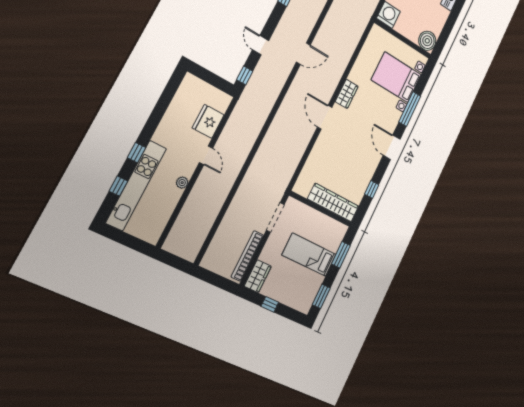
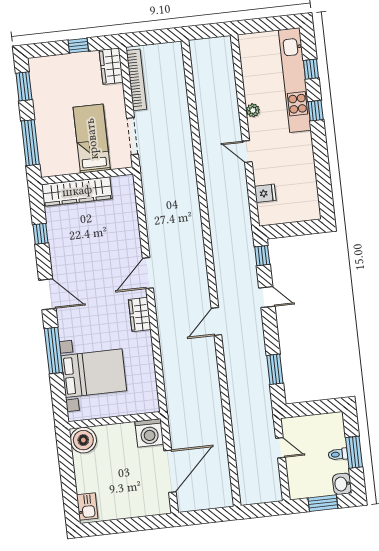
door: (325, 117) -> (148, 273), swing flipped
fridge: (208, 121) -> (265, 193), width x0.53, depth x0.75
bed: (309, 255) -> (92, 139), moved, turned -90
window: (341, 255) -> (30, 143), width x1.44

